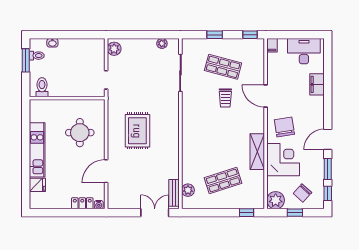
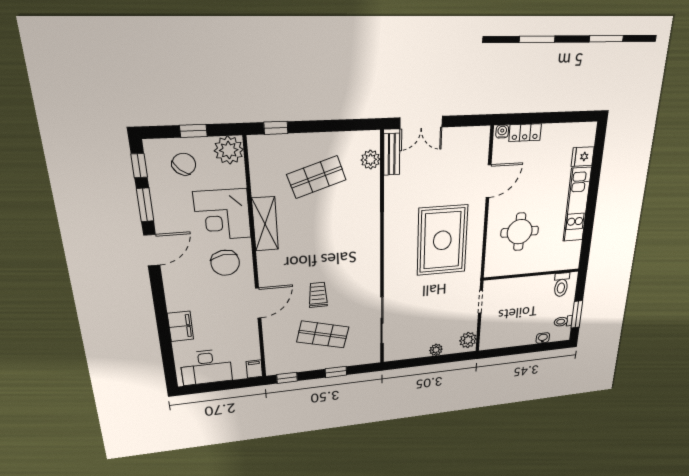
plant: (162, 43) -> (436, 350), moved
door: (266, 96) -> (258, 303), hinge flipped
rug: (137, 131) -> (442, 240), width x1.37, depth x1.44

